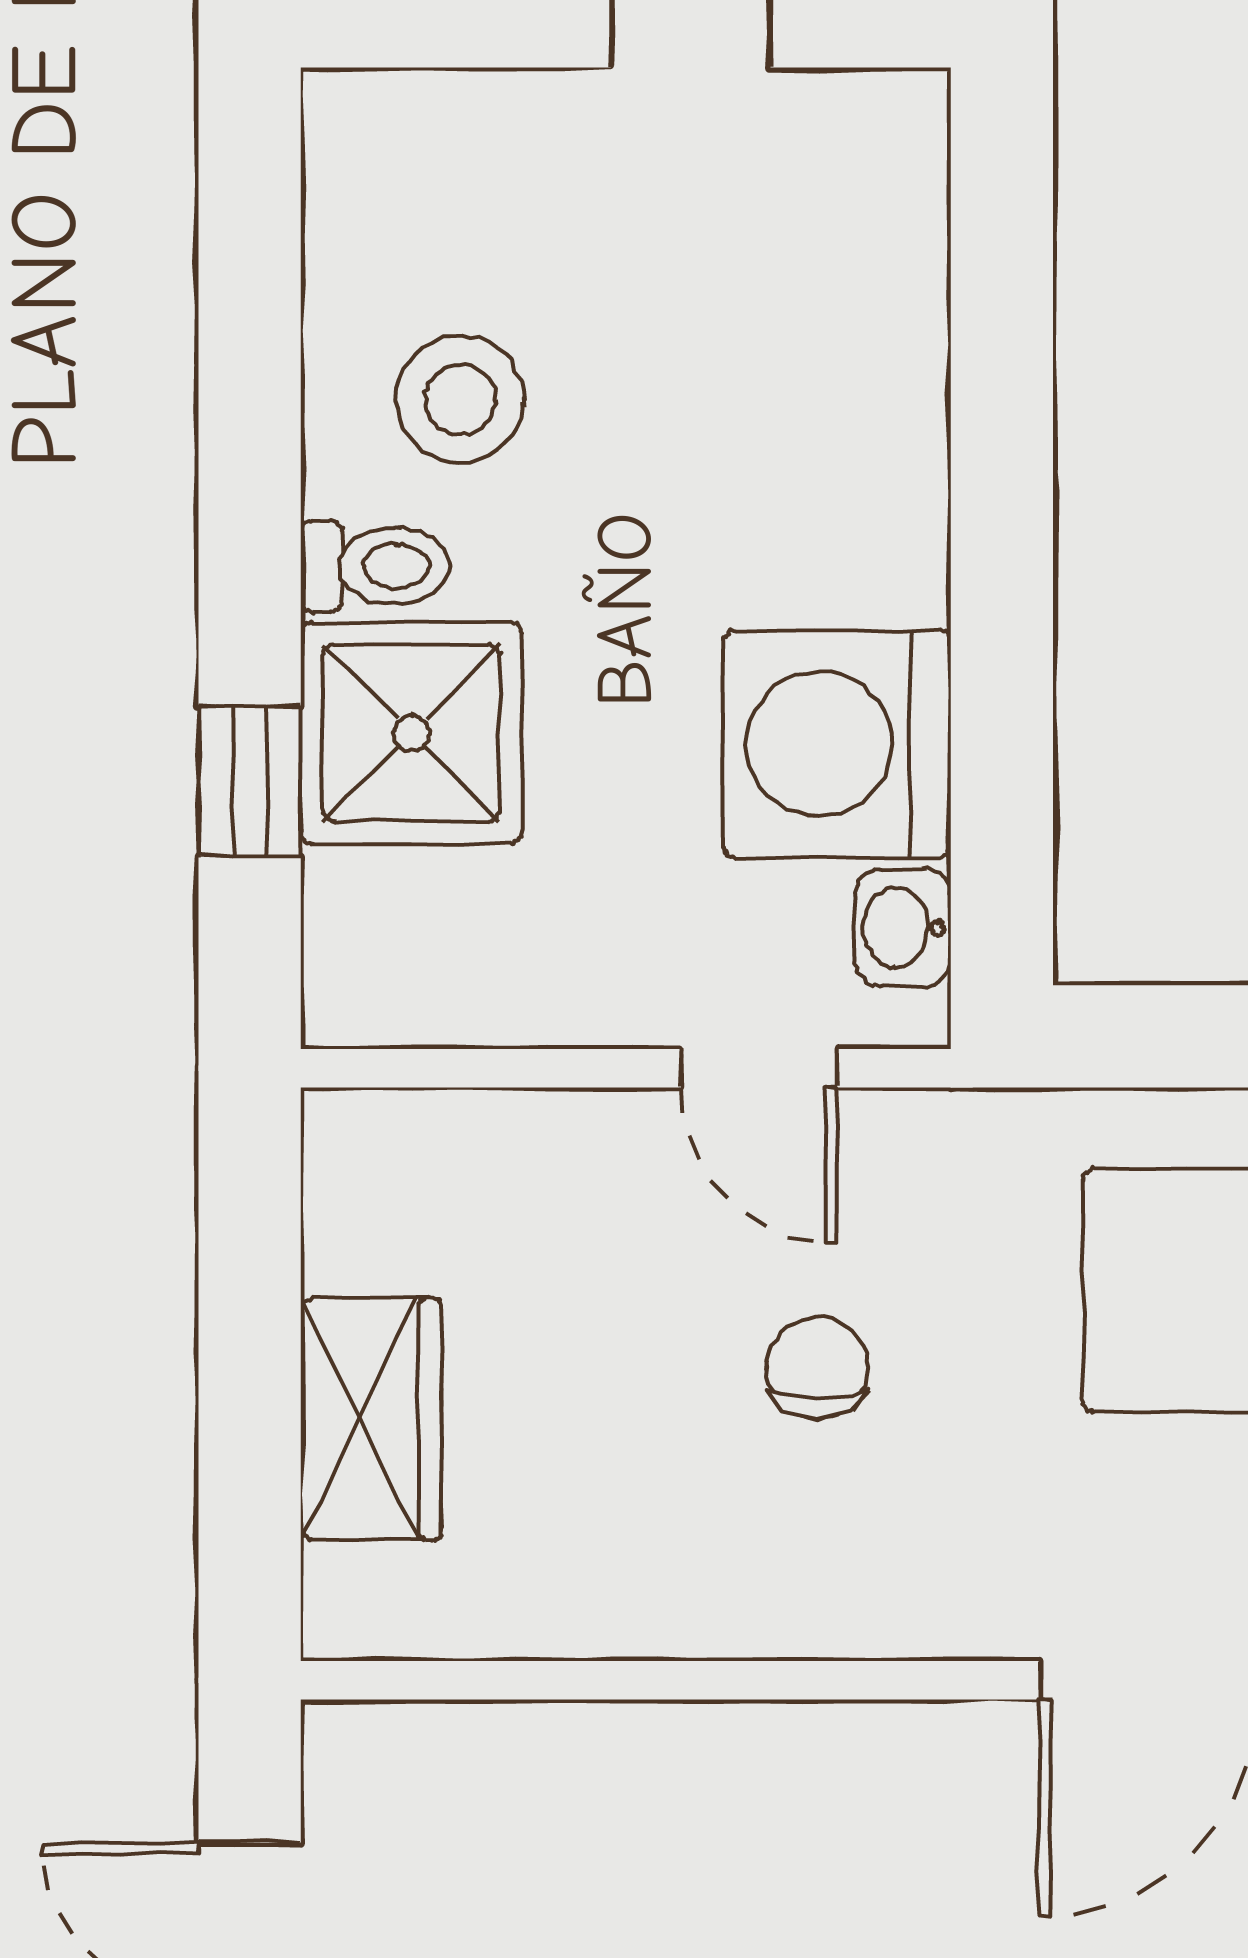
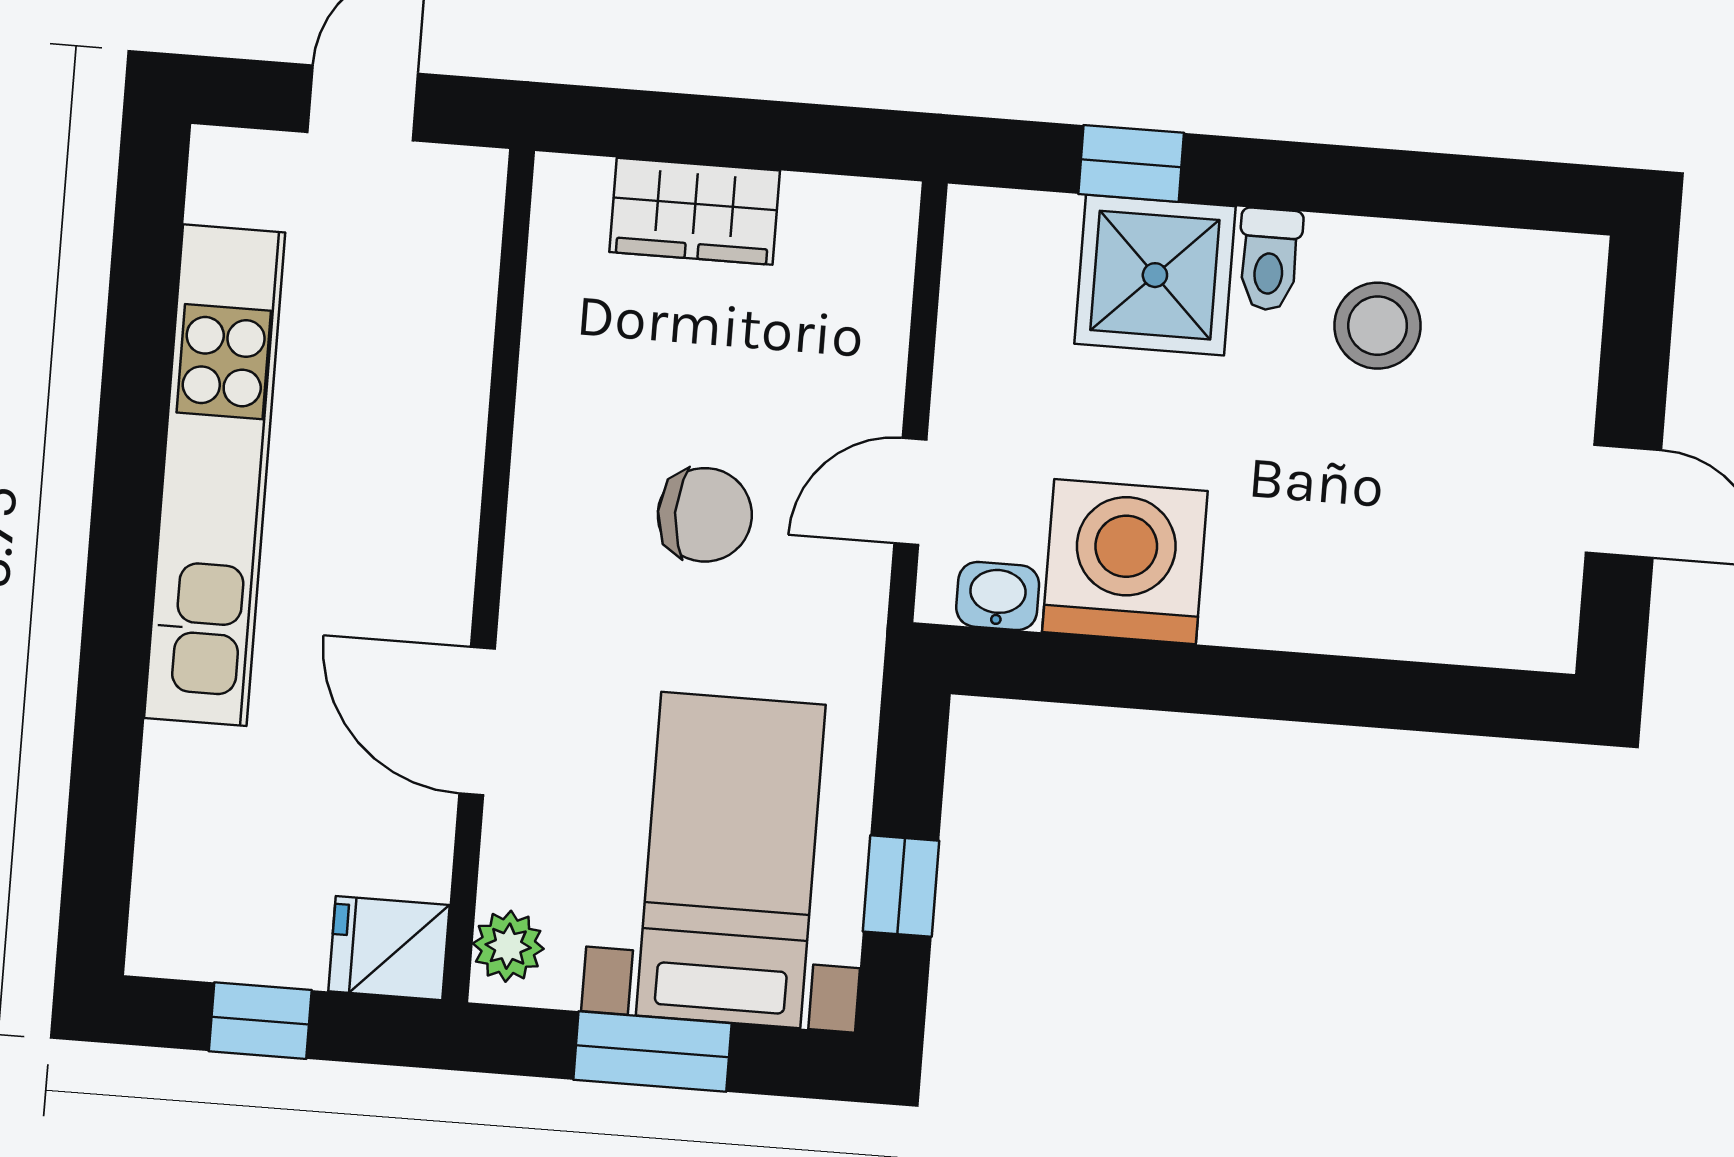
chair: (817, 1369) -> (705, 515), width x1.37, depth x1.37

